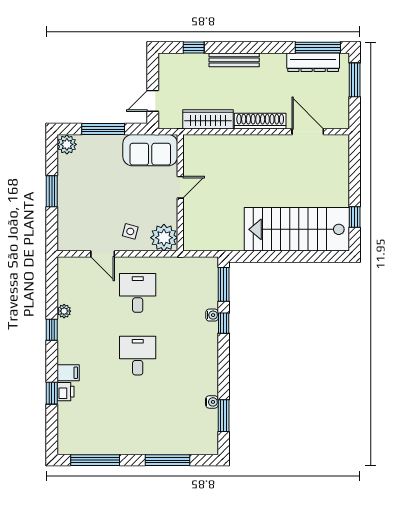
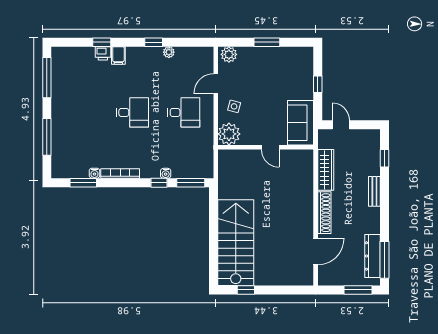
bench: (234, 60) -> (374, 191), width x0.73
window: (103, 129) -> (318, 84), width x0.46
plant: (67, 144) -> (229, 54), moved
bookcase: (212, 371) -> (120, 173), added

